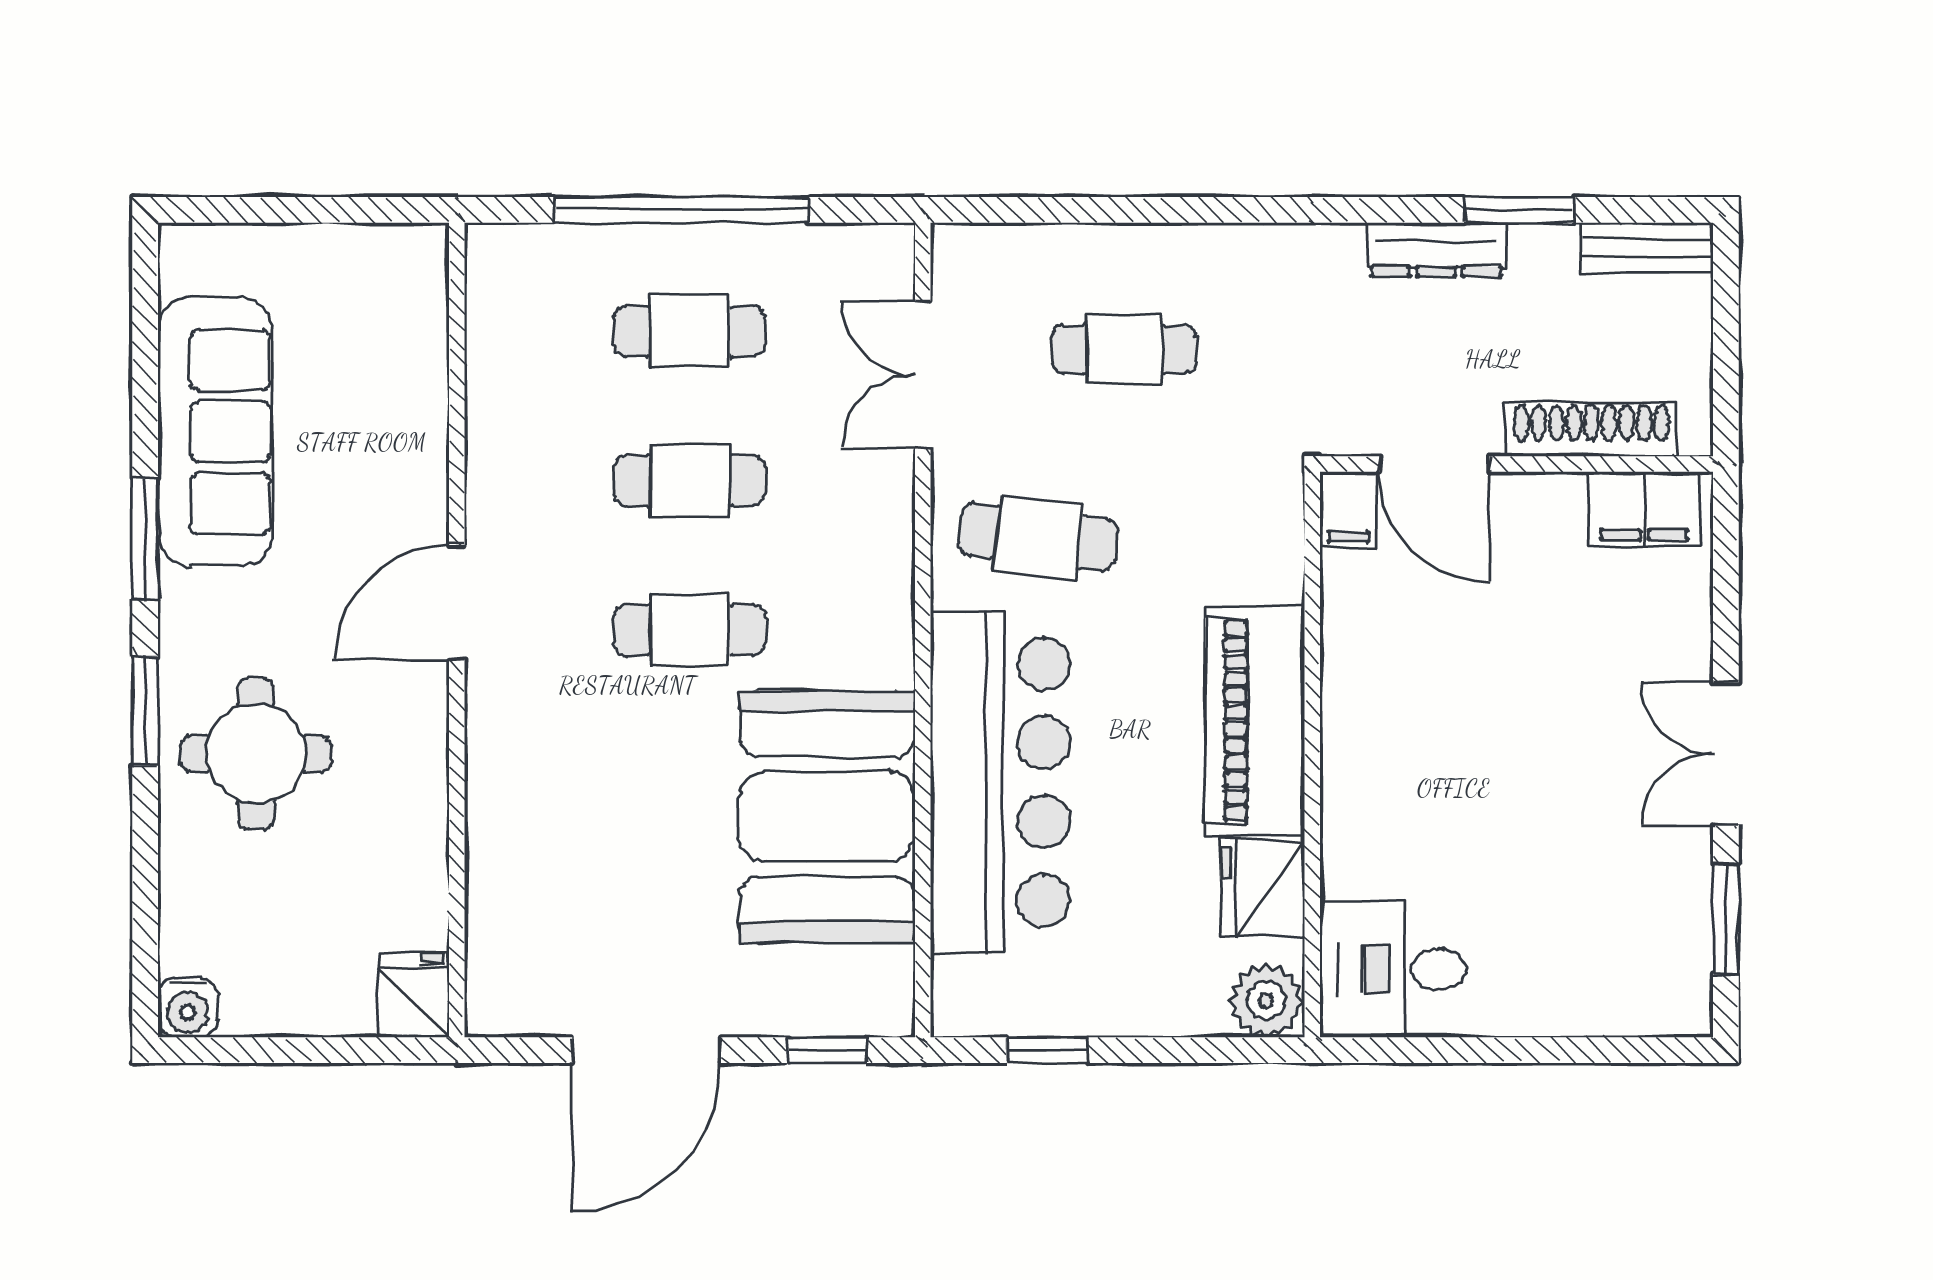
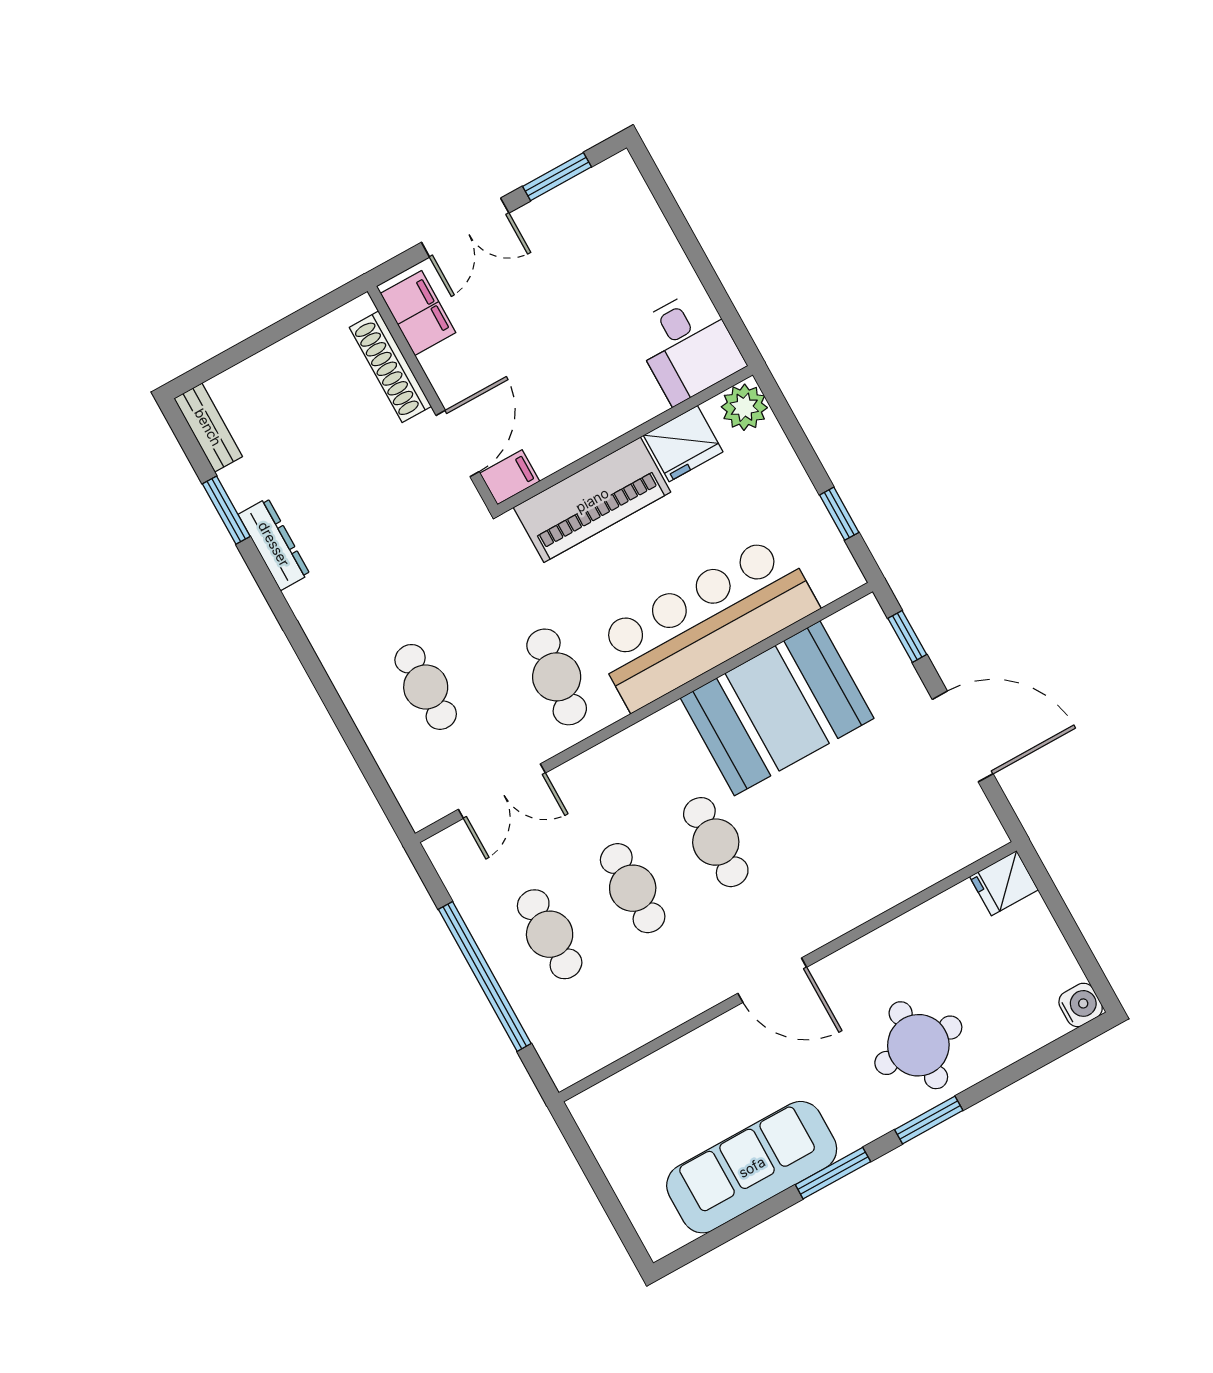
shoe rack: (1591, 430) -> (390, 367), moved
door: (1435, 464) -> (458, 444), moved
wall: (1517, 464) -> (432, 398), moved
filing cabinet: (1644, 509) -> (418, 313), moved
filing cabinet: (1349, 510) -> (510, 477), moved

